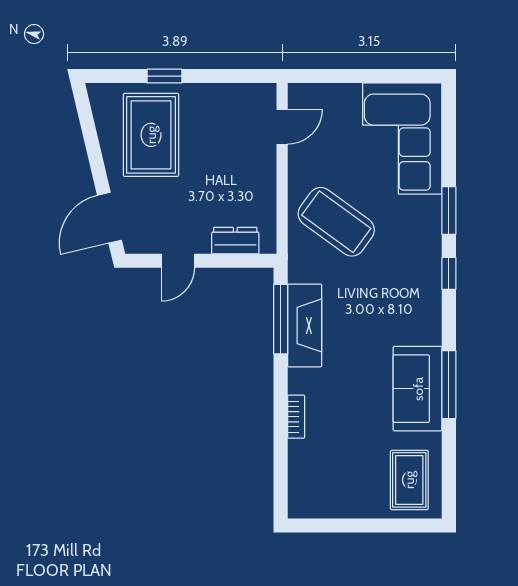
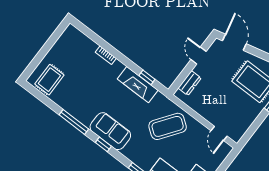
window: (449, 273) -> (103, 144), moved
window: (281, 319) -> (147, 77), width x0.46
sofa: (418, 389) -> (110, 131), moved
rug: (409, 480) -> (49, 80), turned 90

